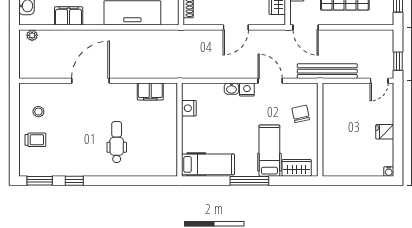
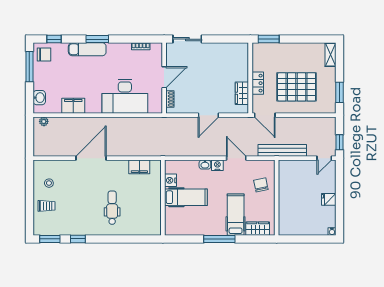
hospital bed: (208, 164) -> (186, 197), moved

